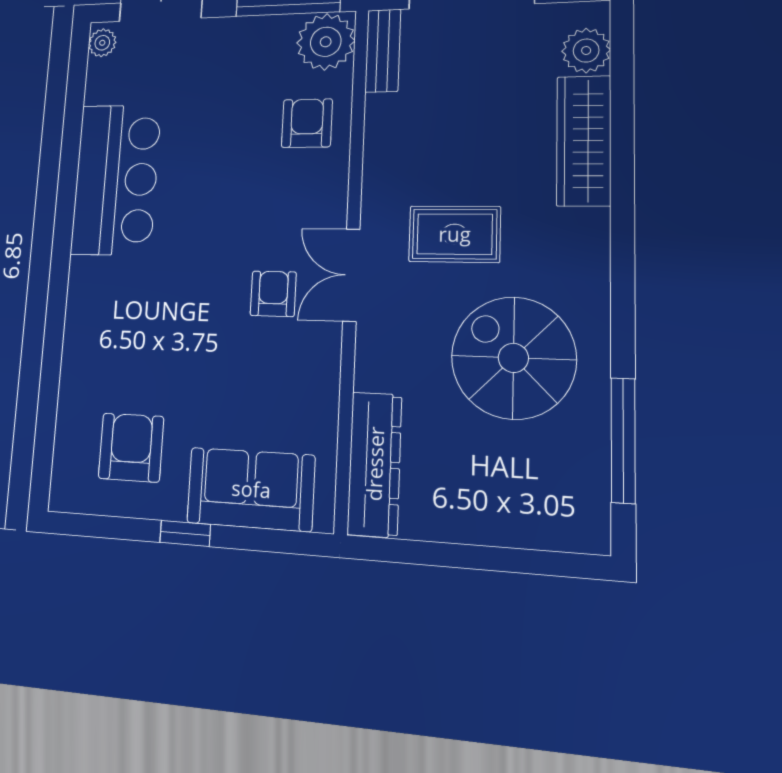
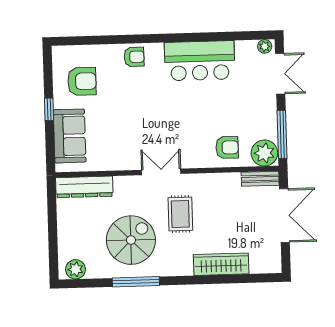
plant: (586, 51) -> (76, 269), moved
armchair: (273, 294) -> (134, 57), moved
window: (623, 440) -> (136, 282), moved

